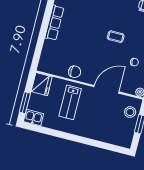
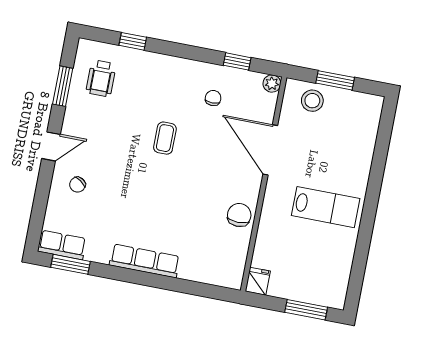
fridge: (42, 84) -> (258, 281), width x0.53, depth x0.75
lab bench: (70, 102) -> (326, 207), moved
kitchen sink: (34, 118) -> (335, 291), removed

